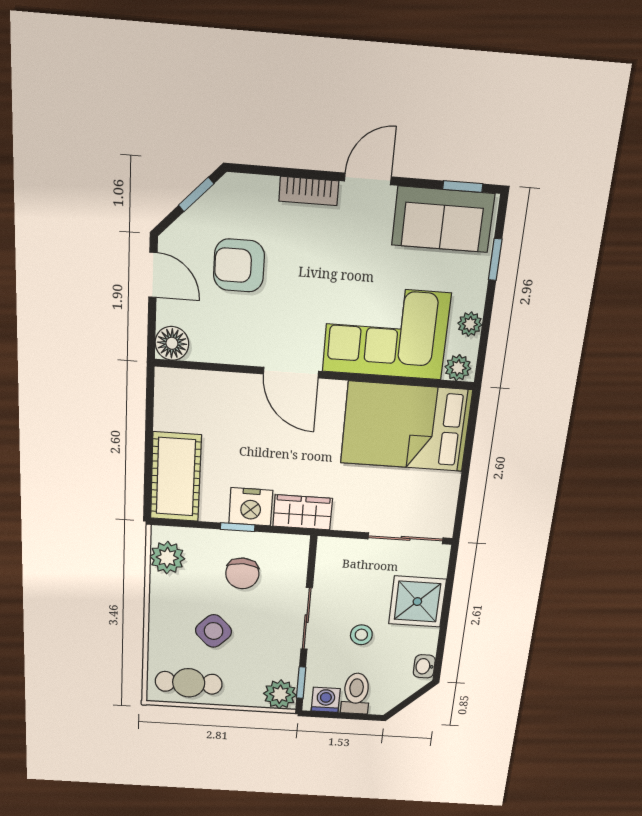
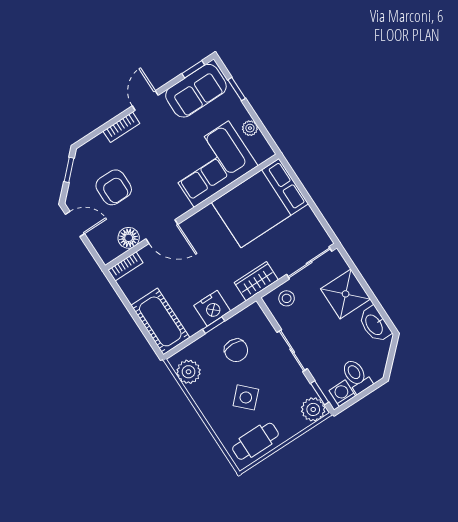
armchair: (239, 265) -> (114, 187), turned -90
floor lamp: (172, 343) -> (129, 238), moved
plant: (458, 368) -> (262, 153), removed
door: (291, 373) -> (162, 232), moved
bookcase: (181, 379) -> (125, 266), added
wardrobe: (303, 512) -> (256, 281), moved
stool: (361, 635) -> (287, 298), moved
washbasin: (424, 666) -> (375, 324), width x1.91, depth x1.45

